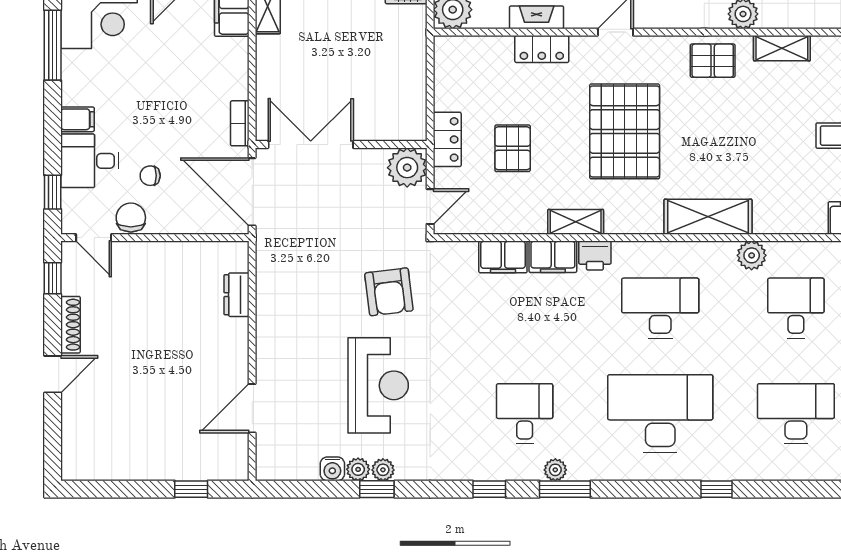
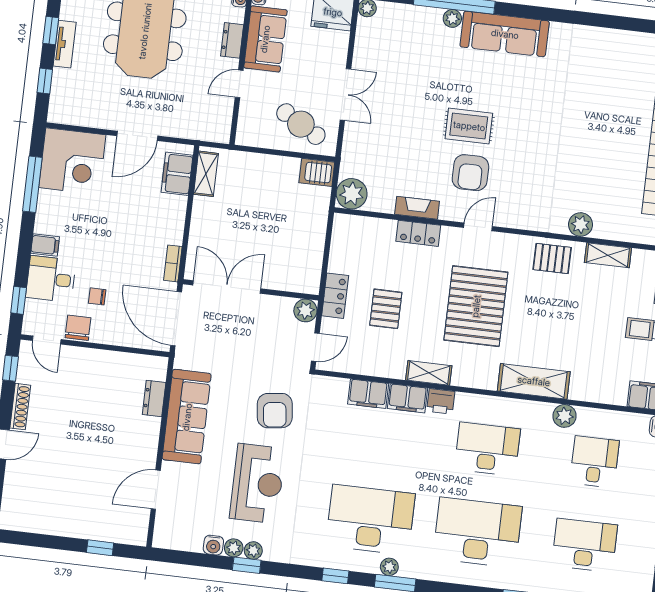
plant: (407, 168) -> (305, 310), width x0.73, depth x0.73
sofa: (280, 312) -> (187, 417), added
desk: (525, 414) -> (370, 520), width x1.87, depth x1.30

